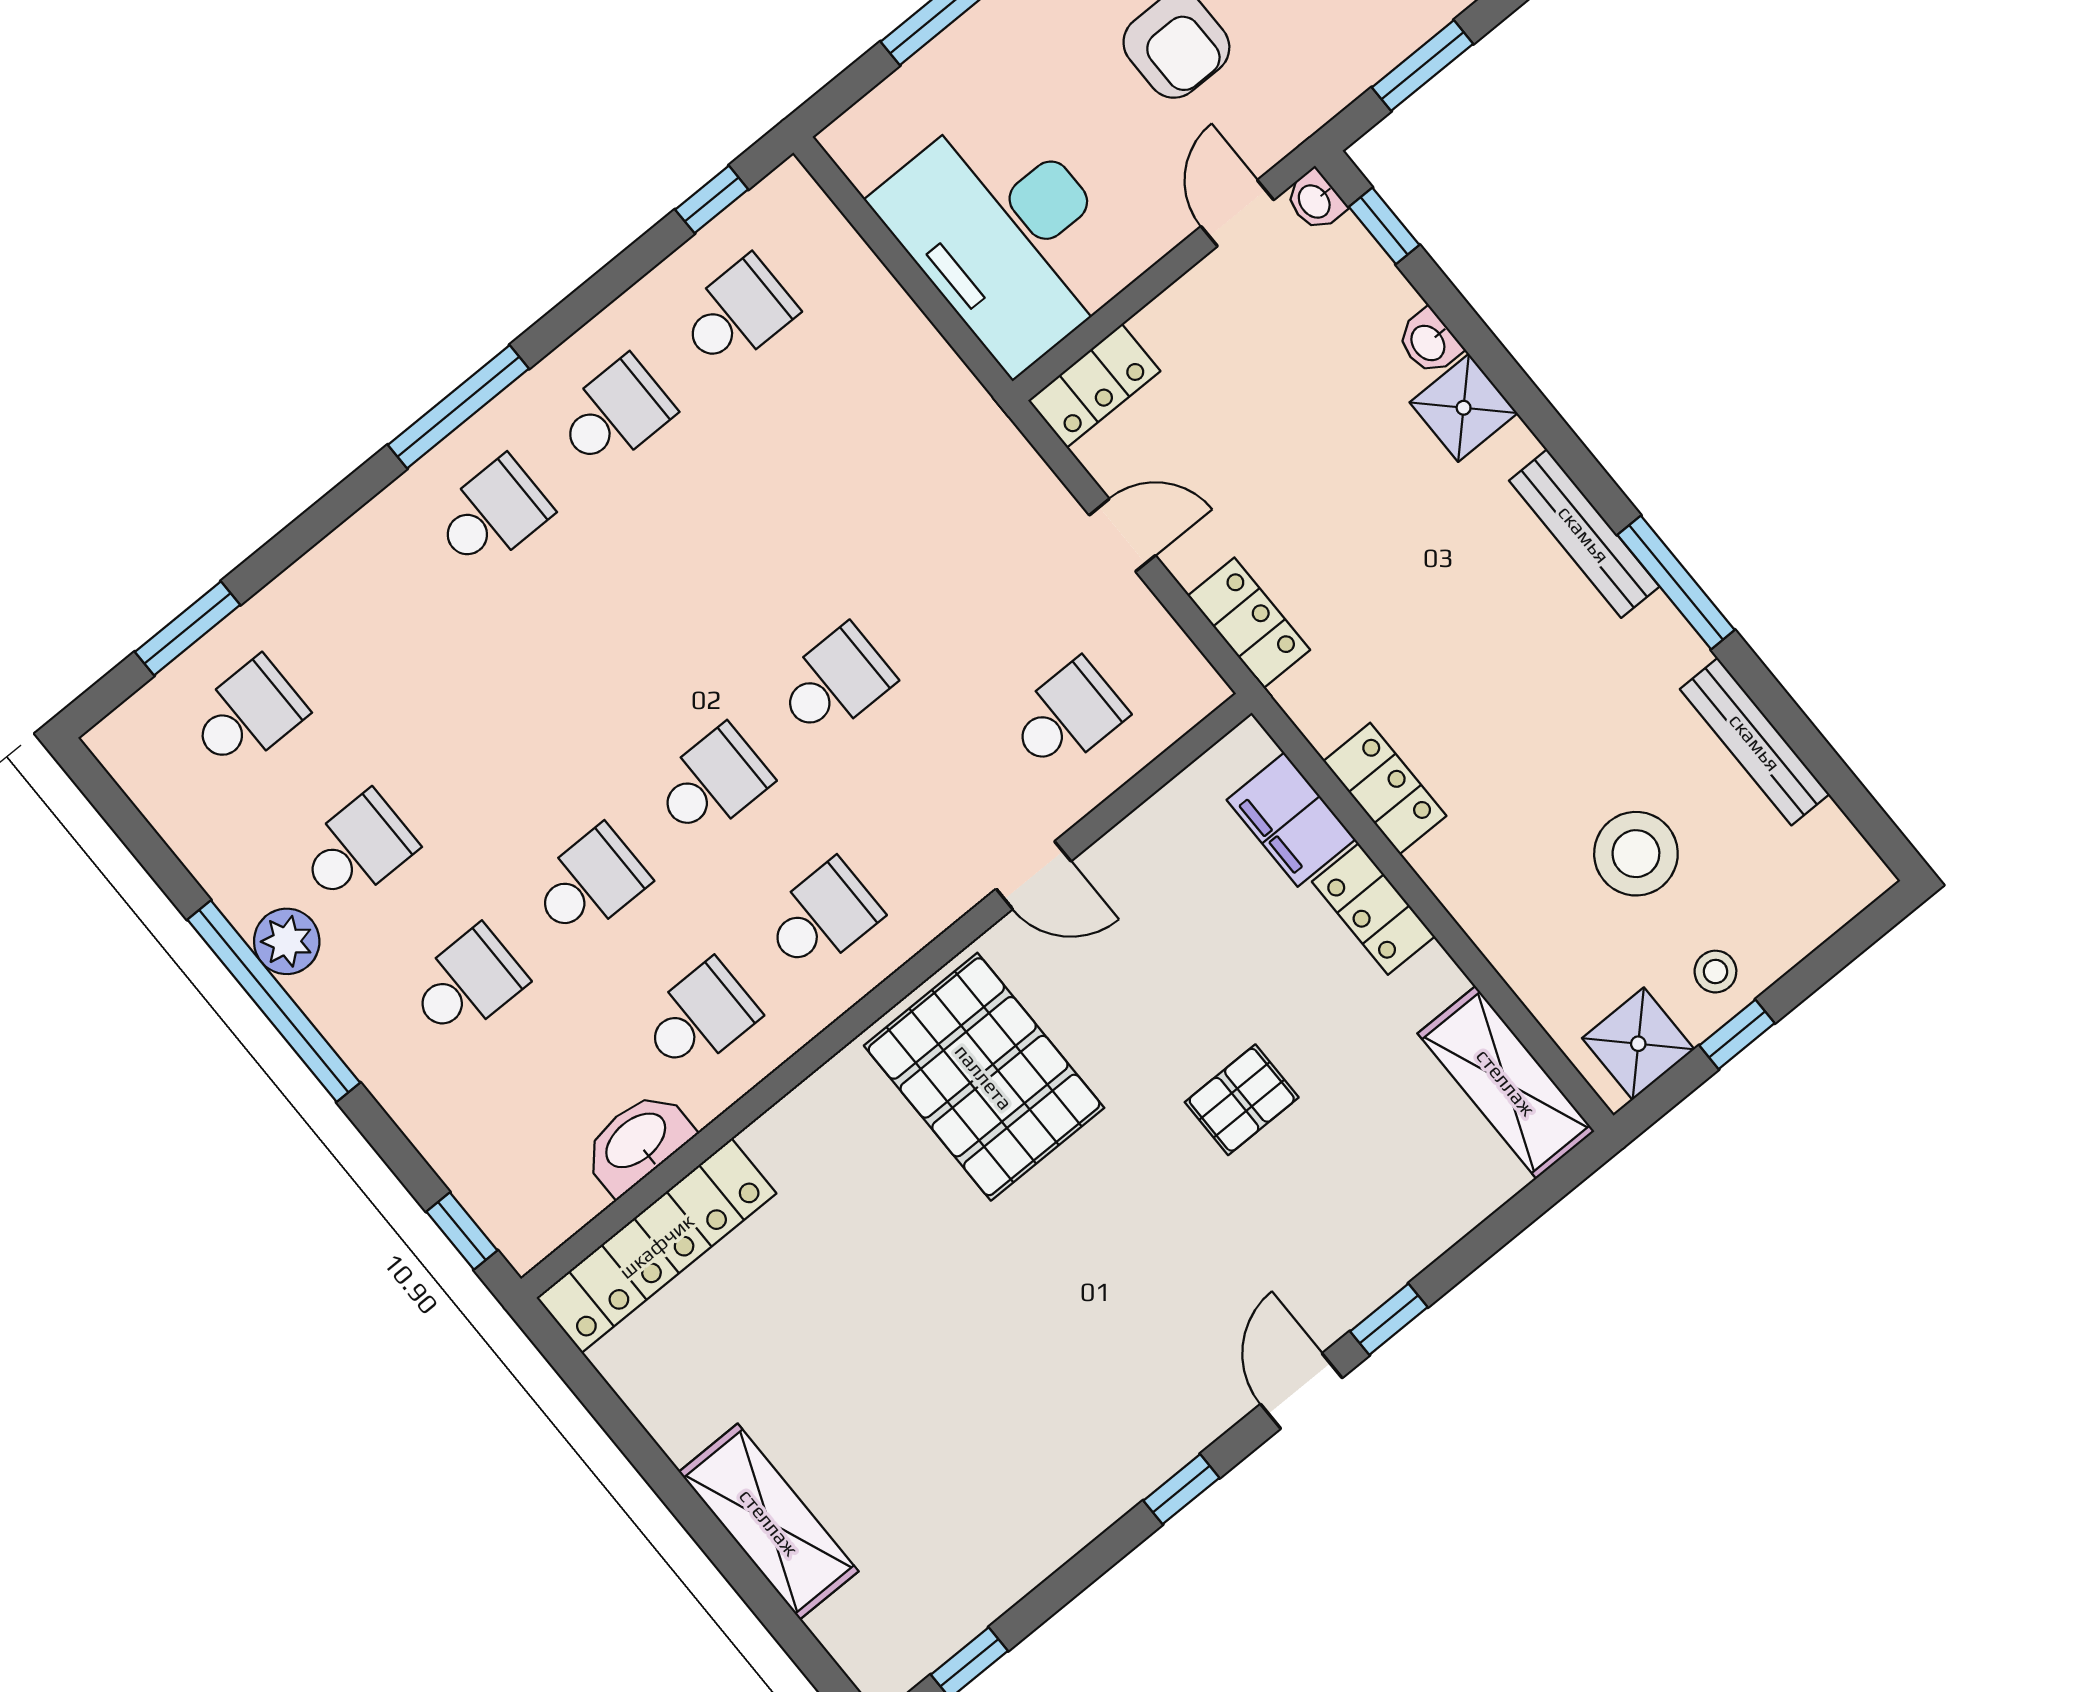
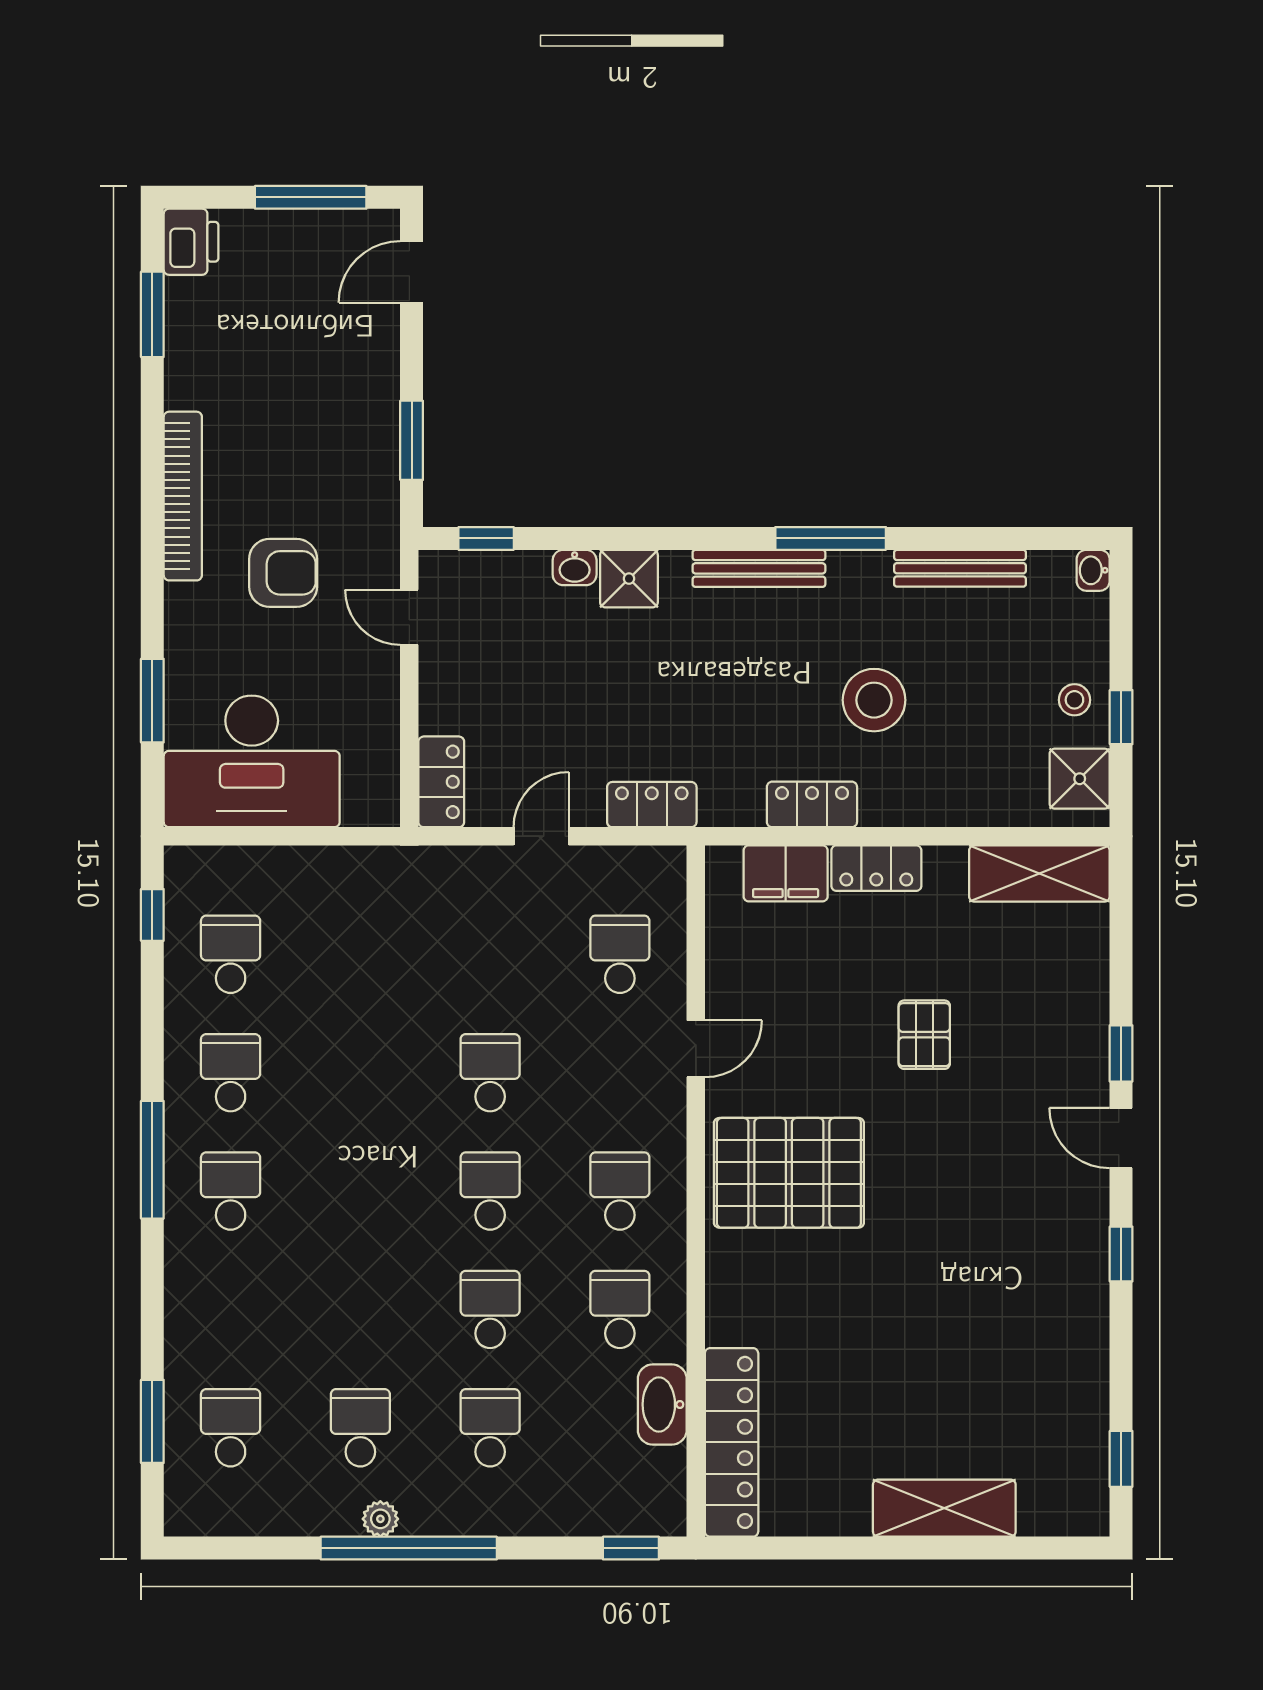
washbasin: (1315, 201) -> (1093, 570), moved, turned 90
desk: (1006, 235) -> (252, 761), moved
stool: (1636, 854) -> (874, 700), moved
plant: (287, 941) -> (380, 1519), width x0.73, depth x0.73

